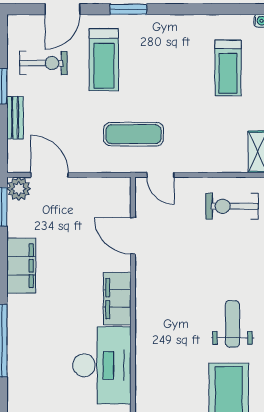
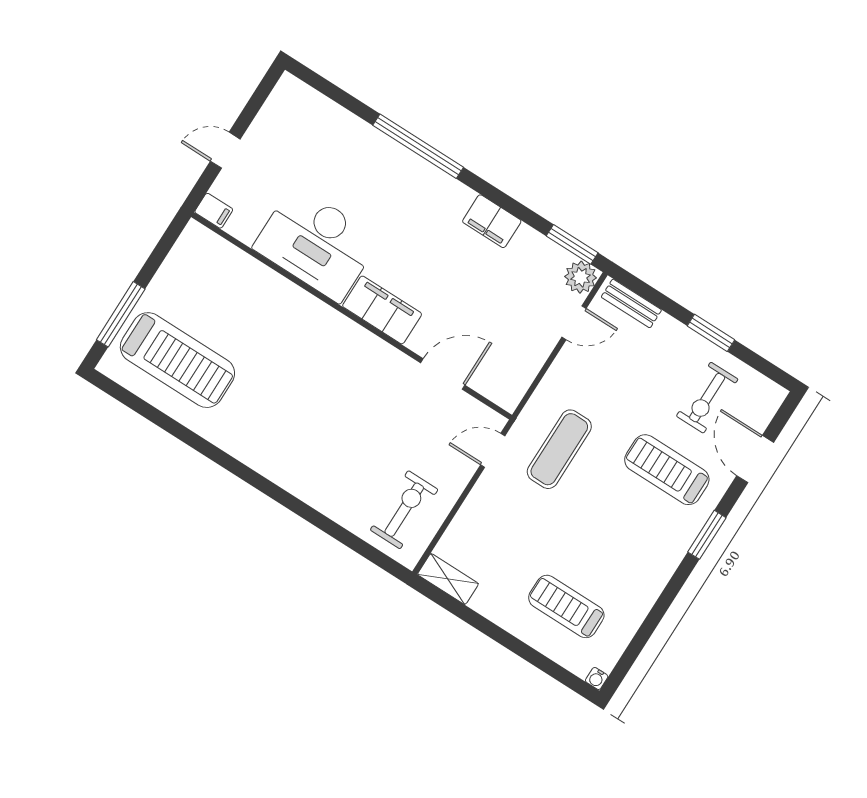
bench: (15, 118) -> (631, 303), moved
door: (50, 175) -> (574, 323), width x0.73
filing cabinet: (21, 266) -> (492, 221), width x0.67, depth x0.86
weight bench: (232, 324) -> (269, 424), removed

